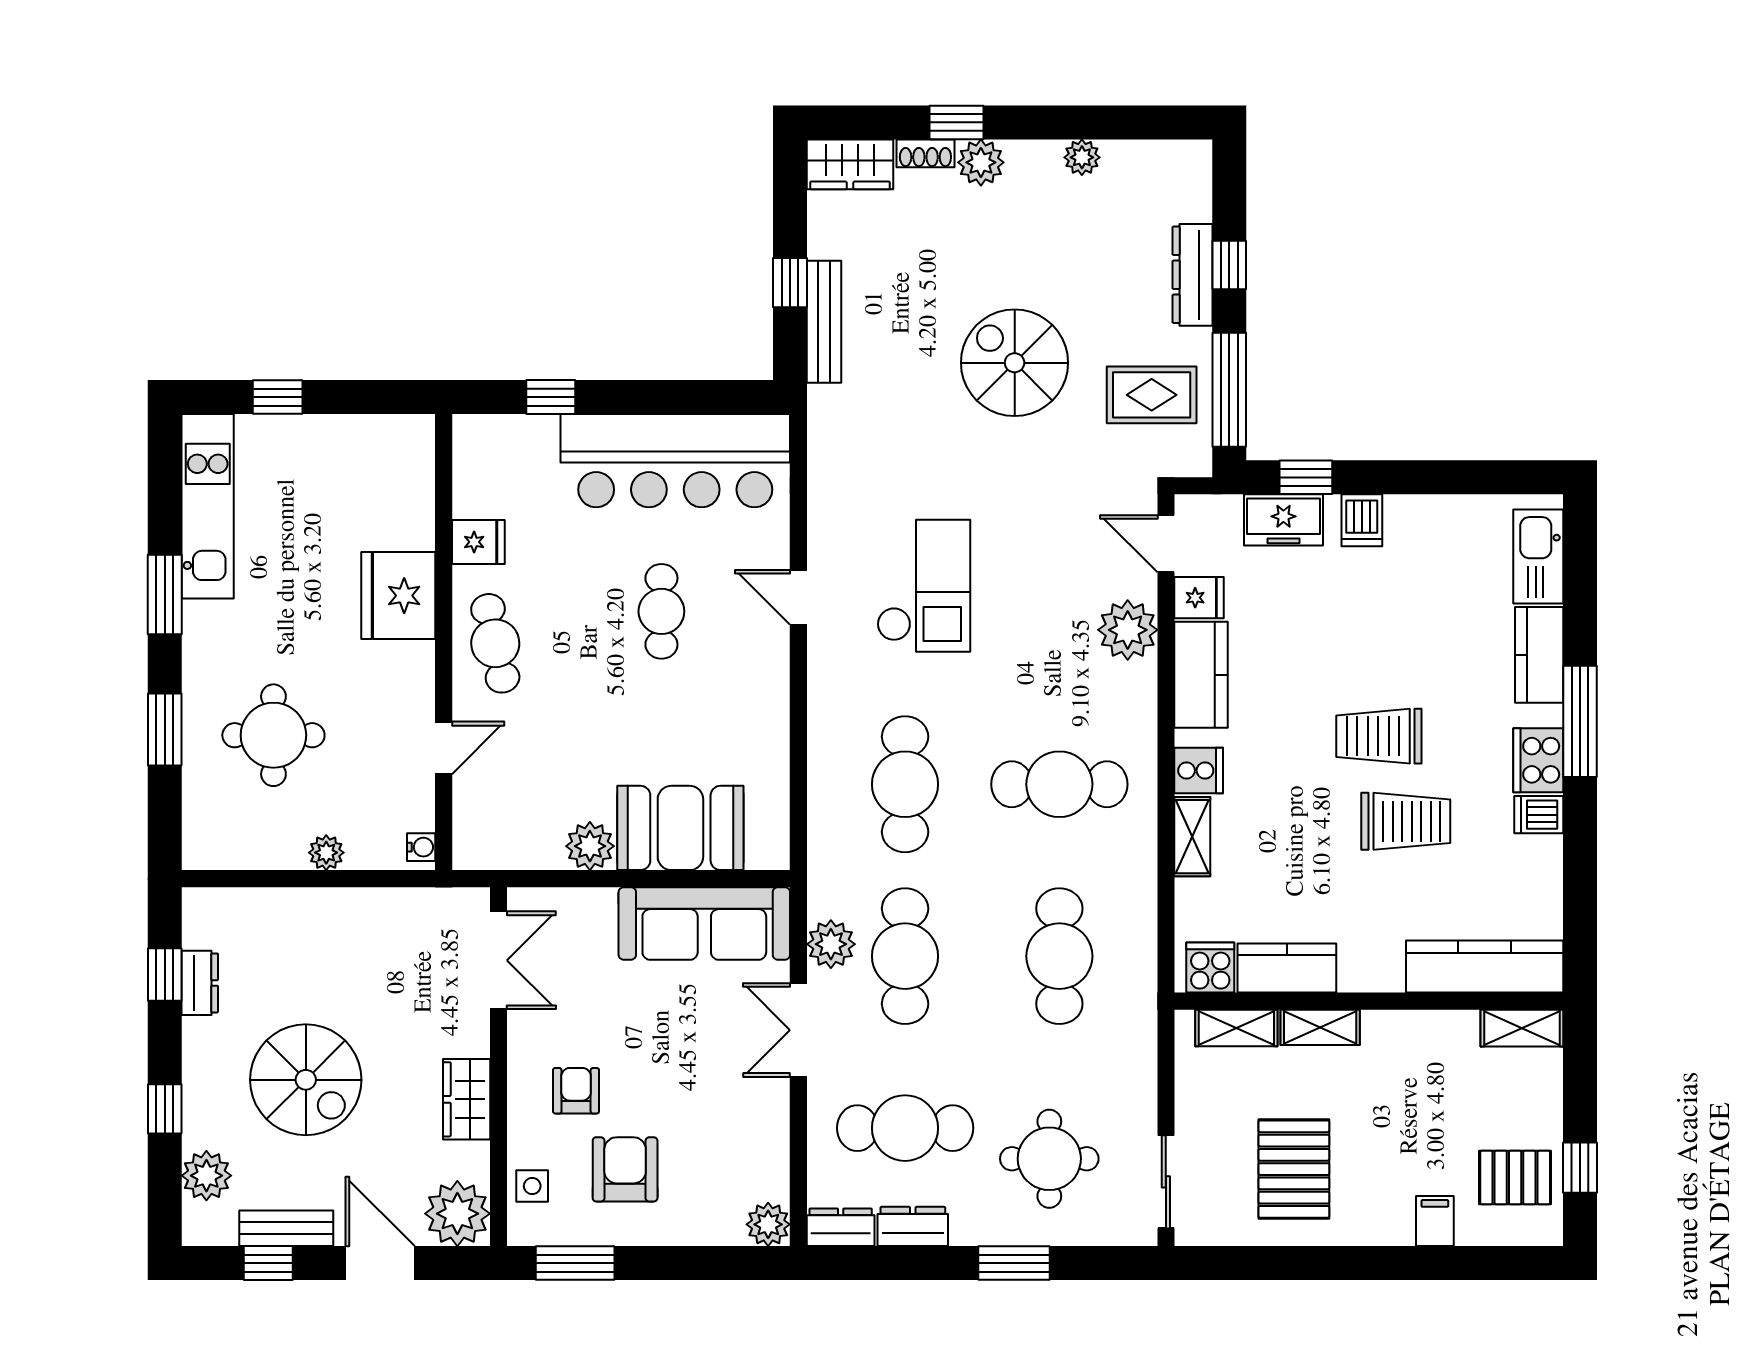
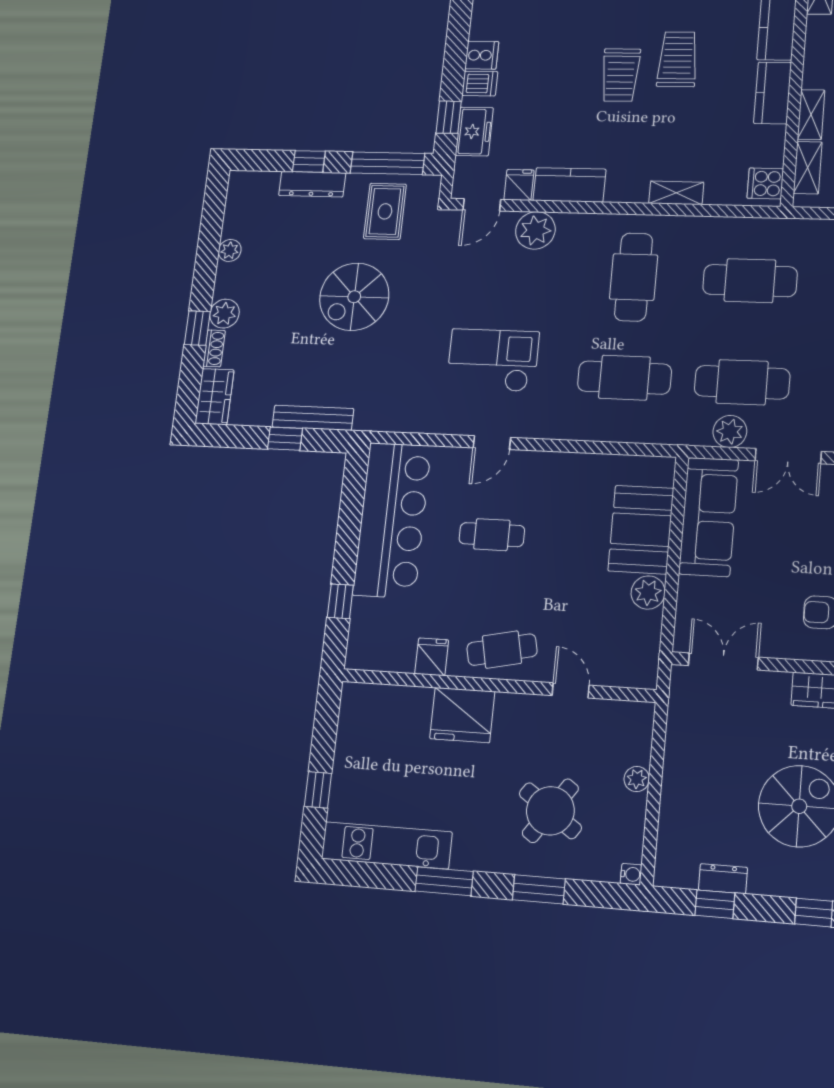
round table: (273, 735) -> (550, 811), turned 35
cooker: (1199, 770) -> (482, 55), moved, turned 90
water cooler: (421, 847) -> (631, 874), moved, turned 90
kitchen counter: (1287, 968) -> (773, 93), moved

